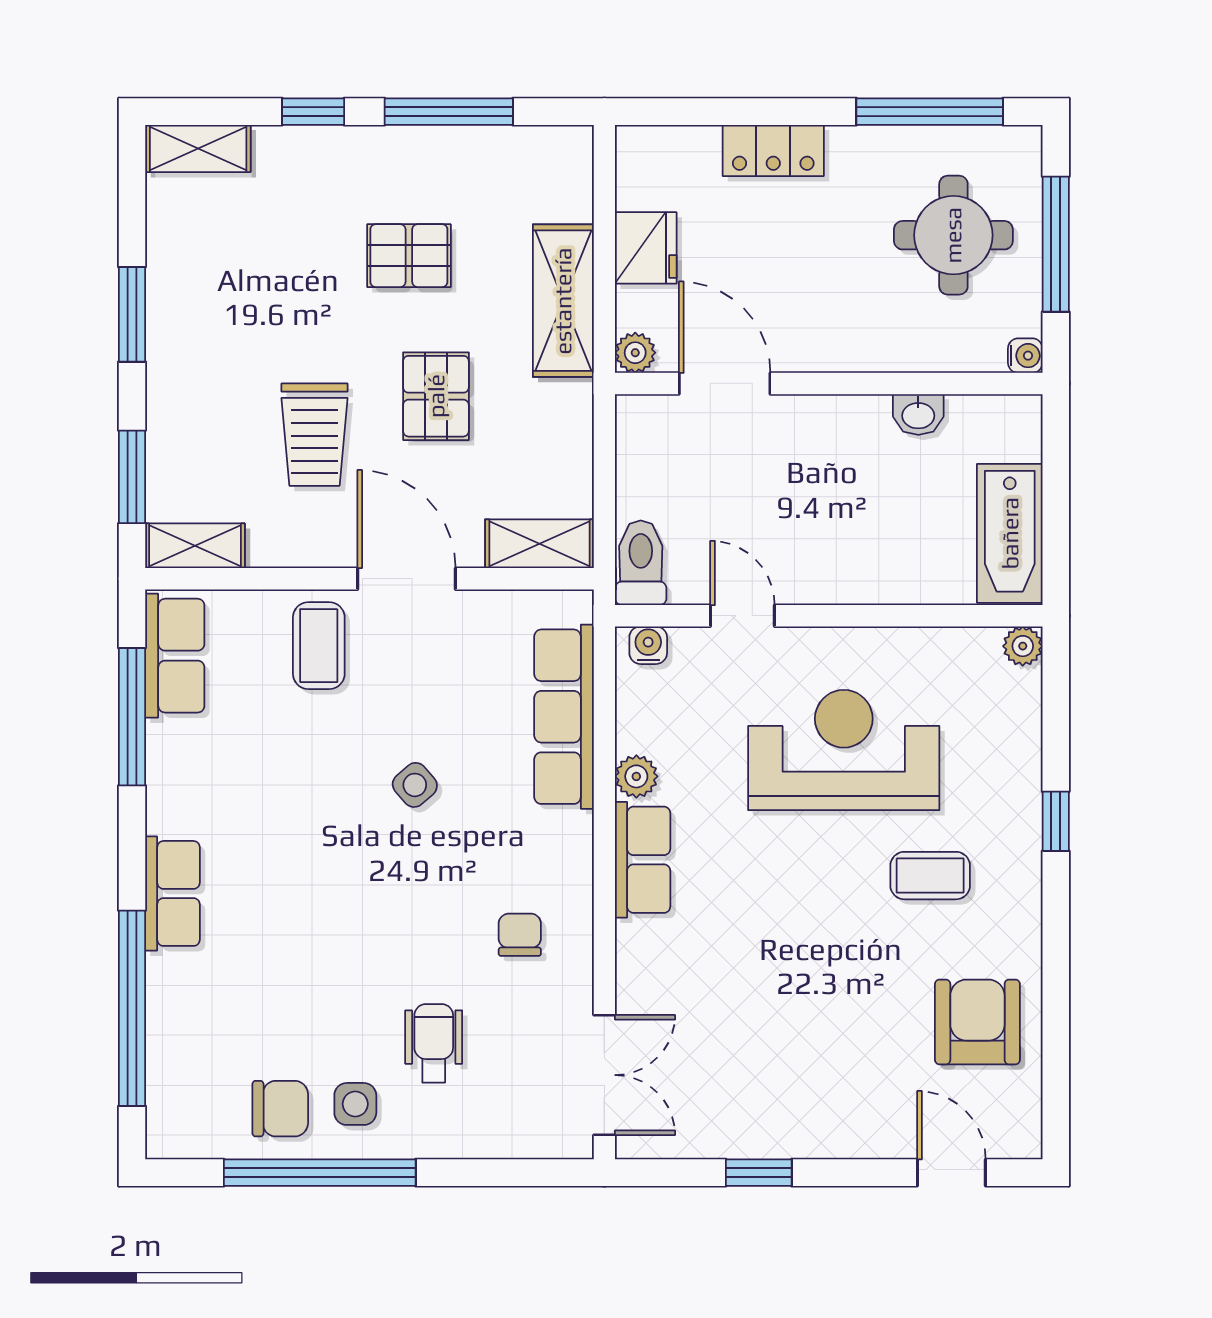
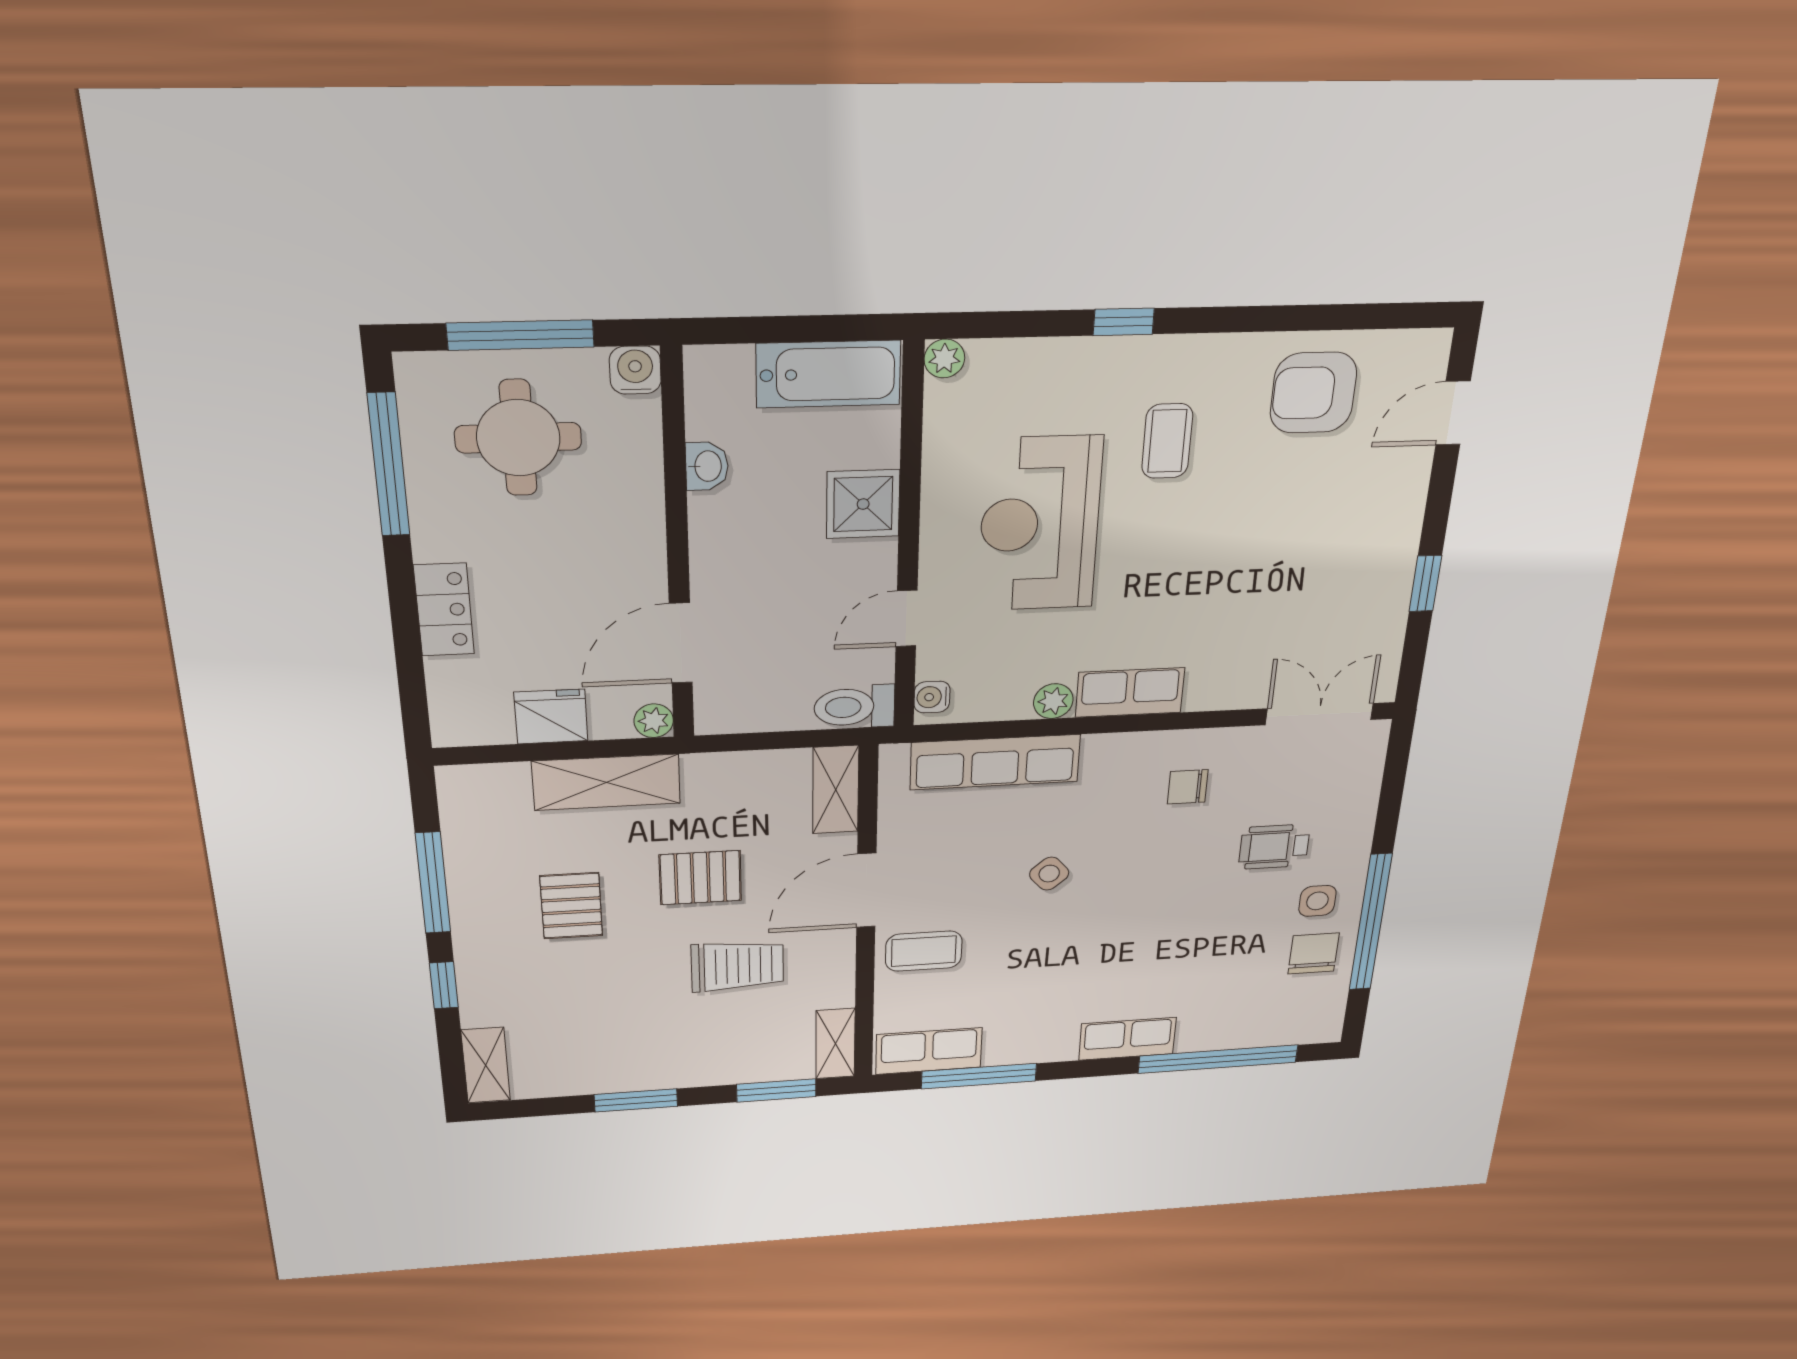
water cooler: (1025, 356) -> (635, 370), width x1.38, depth x1.38
shower: (872, 569) -> (863, 504), added

